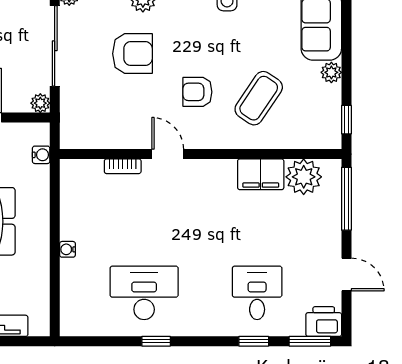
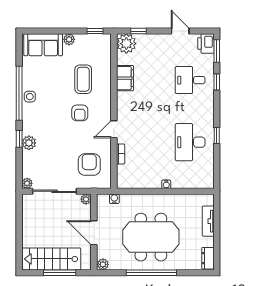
armchair: (132, 54) -> (89, 165), moved
coffee table: (259, 98) -> (83, 79), turned 56
plant: (304, 177) -> (126, 44), moved
window: (346, 199) -> (138, 31), width x0.46
door: (346, 275) -> (180, 31), hinge flipped

